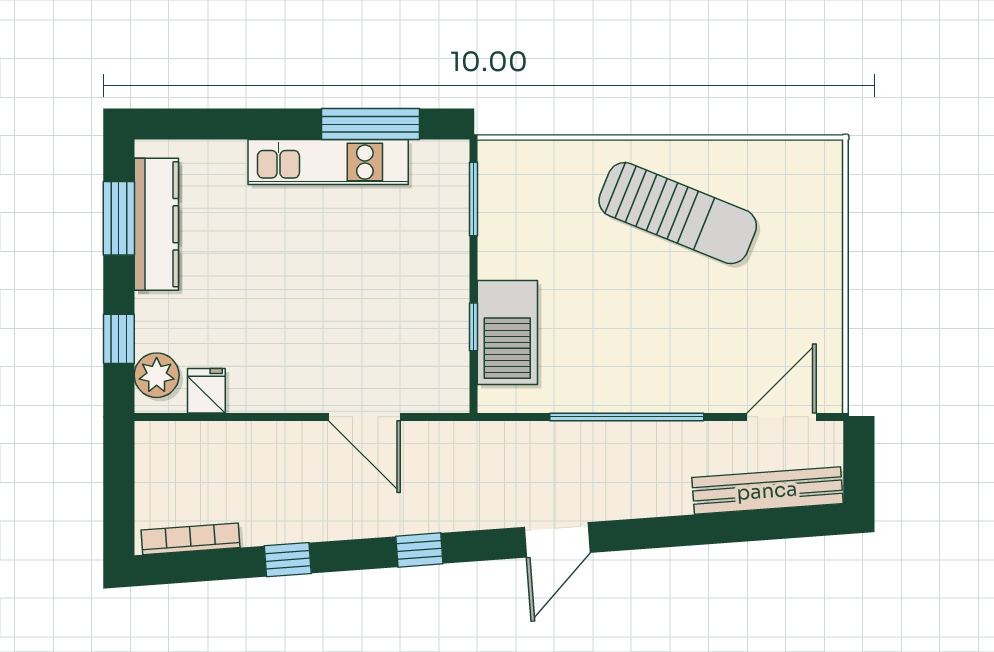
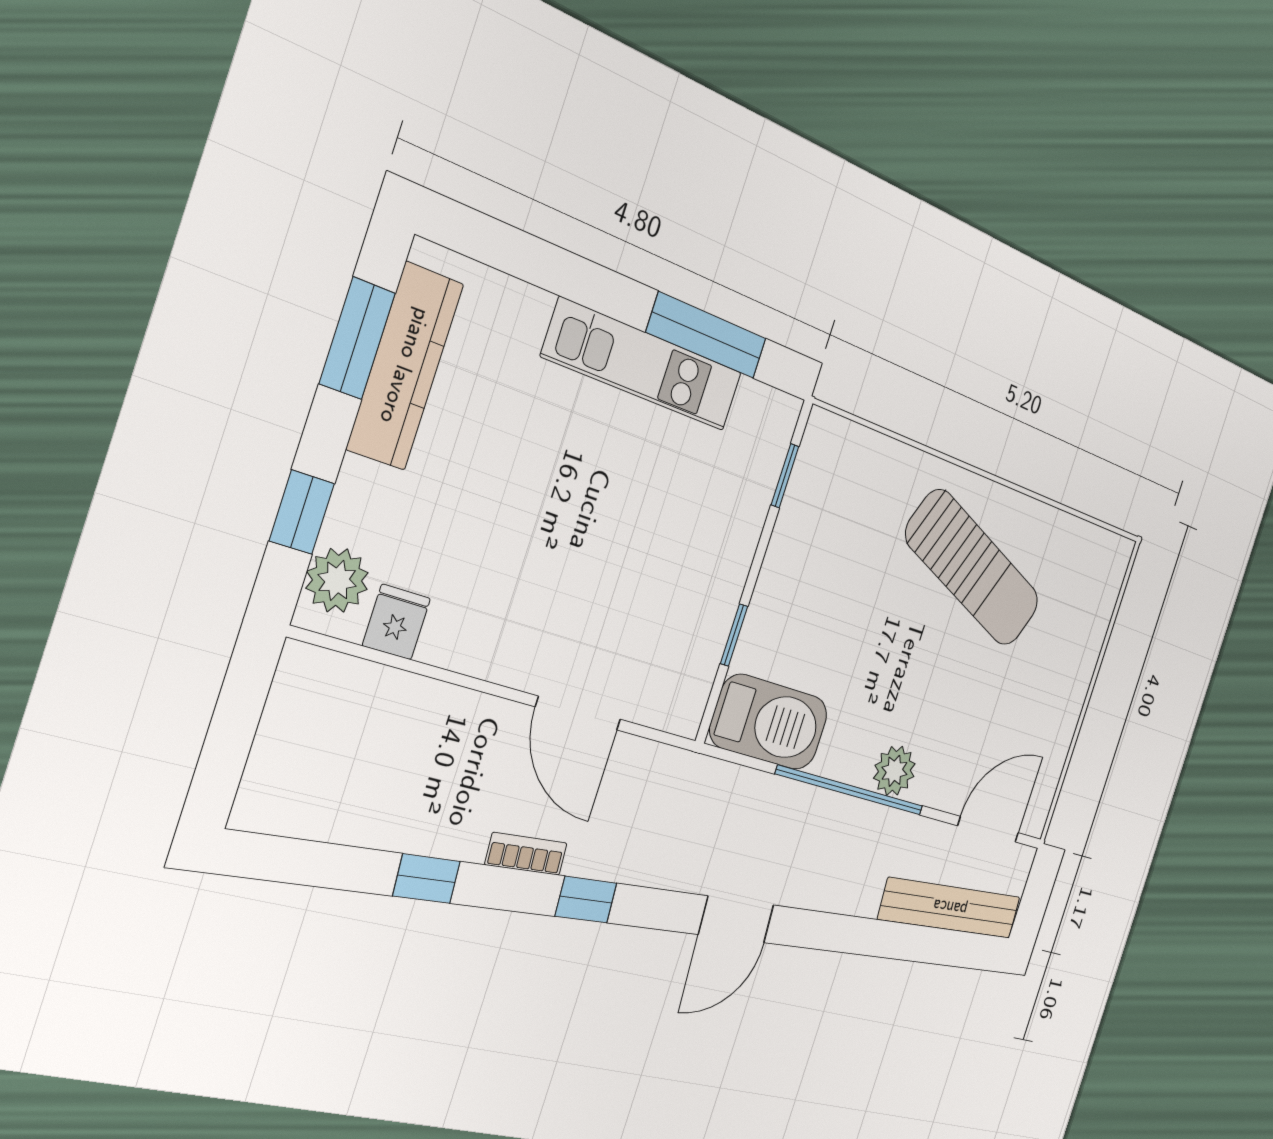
window: (473, 199) -> (785, 476), width x0.67
barbecue: (507, 333) -> (769, 722), moved, turned -90
plant: (664, 392) -> (894, 771), added
bookcase: (191, 539) -> (526, 854), moved, width x0.64

